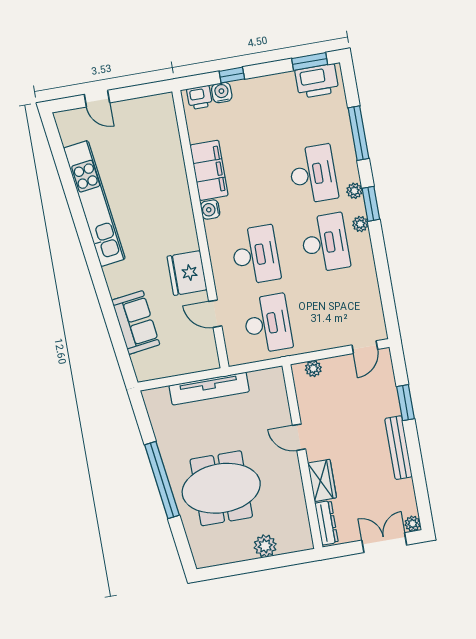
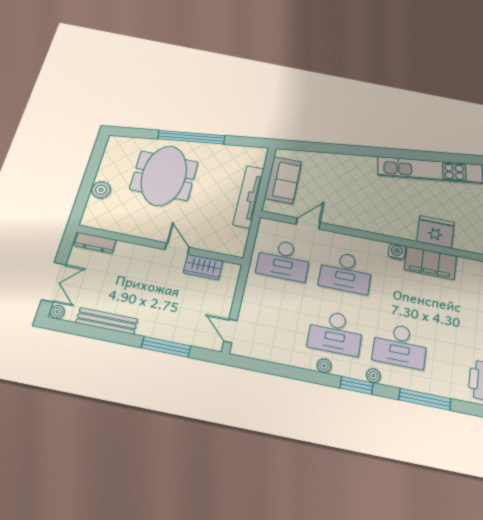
plant: (360, 224) -> (324, 366), moved
fridge: (187, 273) -> (435, 232), moved
sofa: (136, 322) -> (283, 180), moved, turned -82
plant: (313, 369) -> (230, 282), removed
window: (405, 403) -> (166, 347), width x1.44
door: (299, 437) -> (177, 248), hinge flipped
bench: (398, 448) -> (107, 321), moved
wardrobe: (322, 480) -> (203, 267), moved

